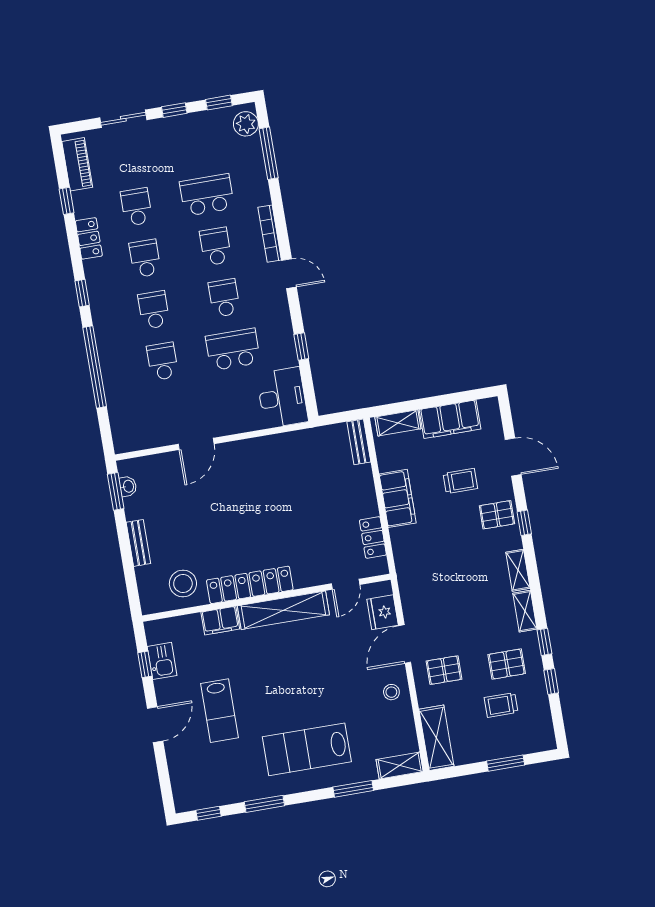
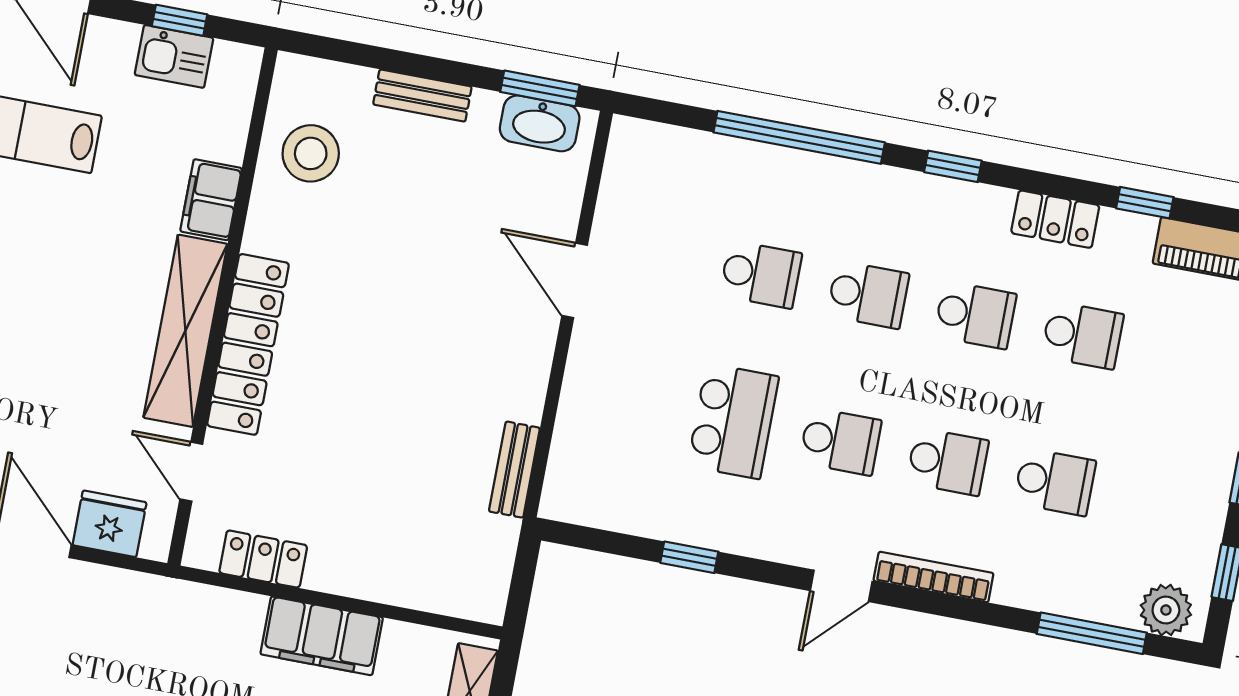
school desk: (207, 195) -> (1055, 482), width x0.54
desk: (282, 398) -> (603, 483), removed
bench: (359, 442) -> (514, 470), moved, turned 90
washbasin: (128, 486) -> (540, 123), width x1.91, depth x1.45
locker: (250, 585) -> (248, 344), moved

